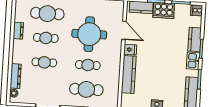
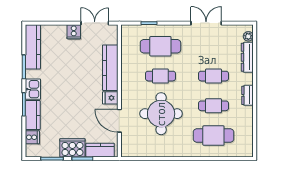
cooker: (197, 10) -> (32, 137), moved
dresser: (18, 31) -> (248, 95), moved

